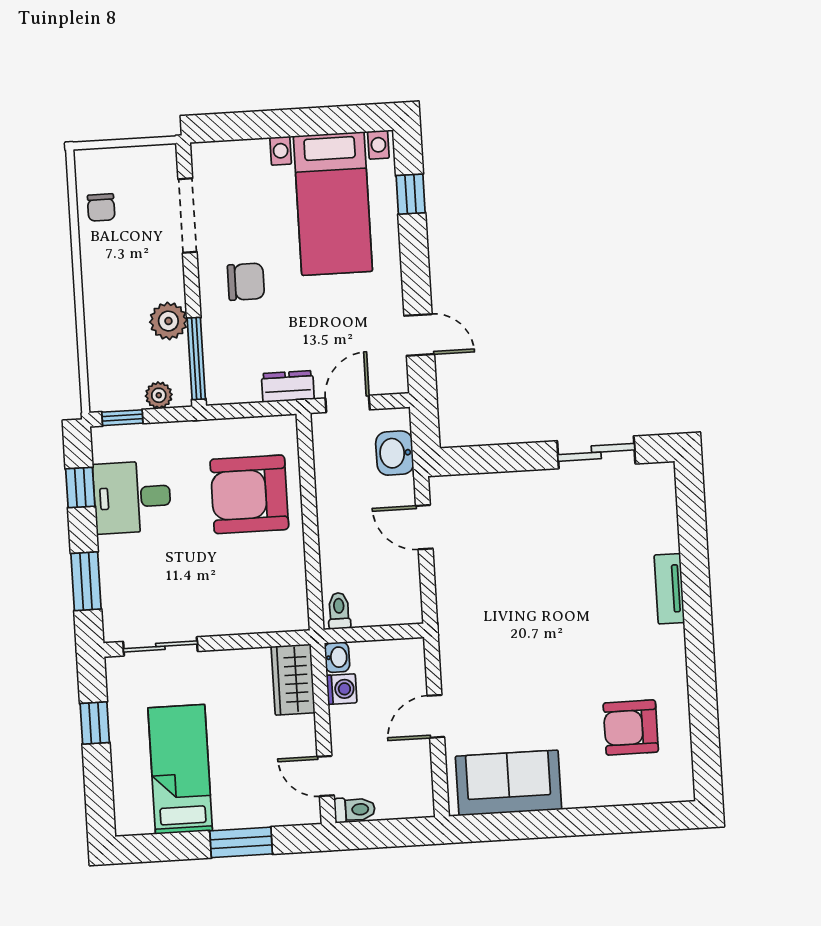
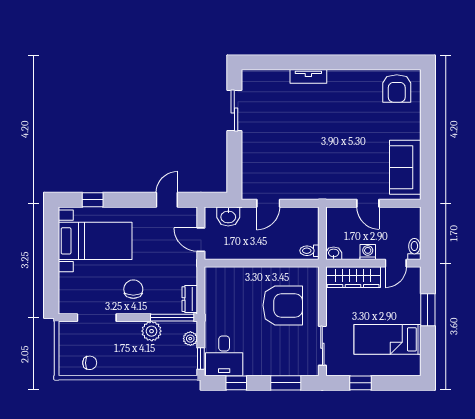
dresser: (288, 386) -> (190, 299), moved
armchair: (249, 494) -> (283, 305), moved, turned -90
desk: (132, 497) -> (224, 356), moved
wardrobe: (293, 680) -> (353, 277), width x1.50
washing machine: (342, 689) -> (368, 252), moved
armchair: (631, 728) -> (397, 88), moved

